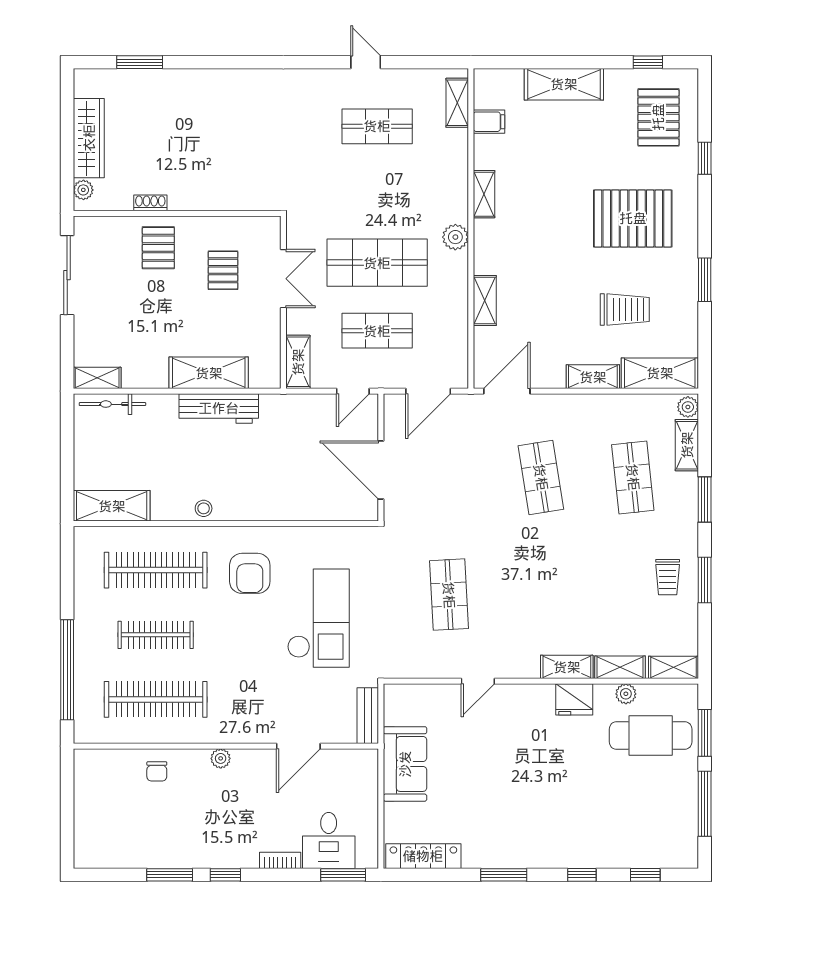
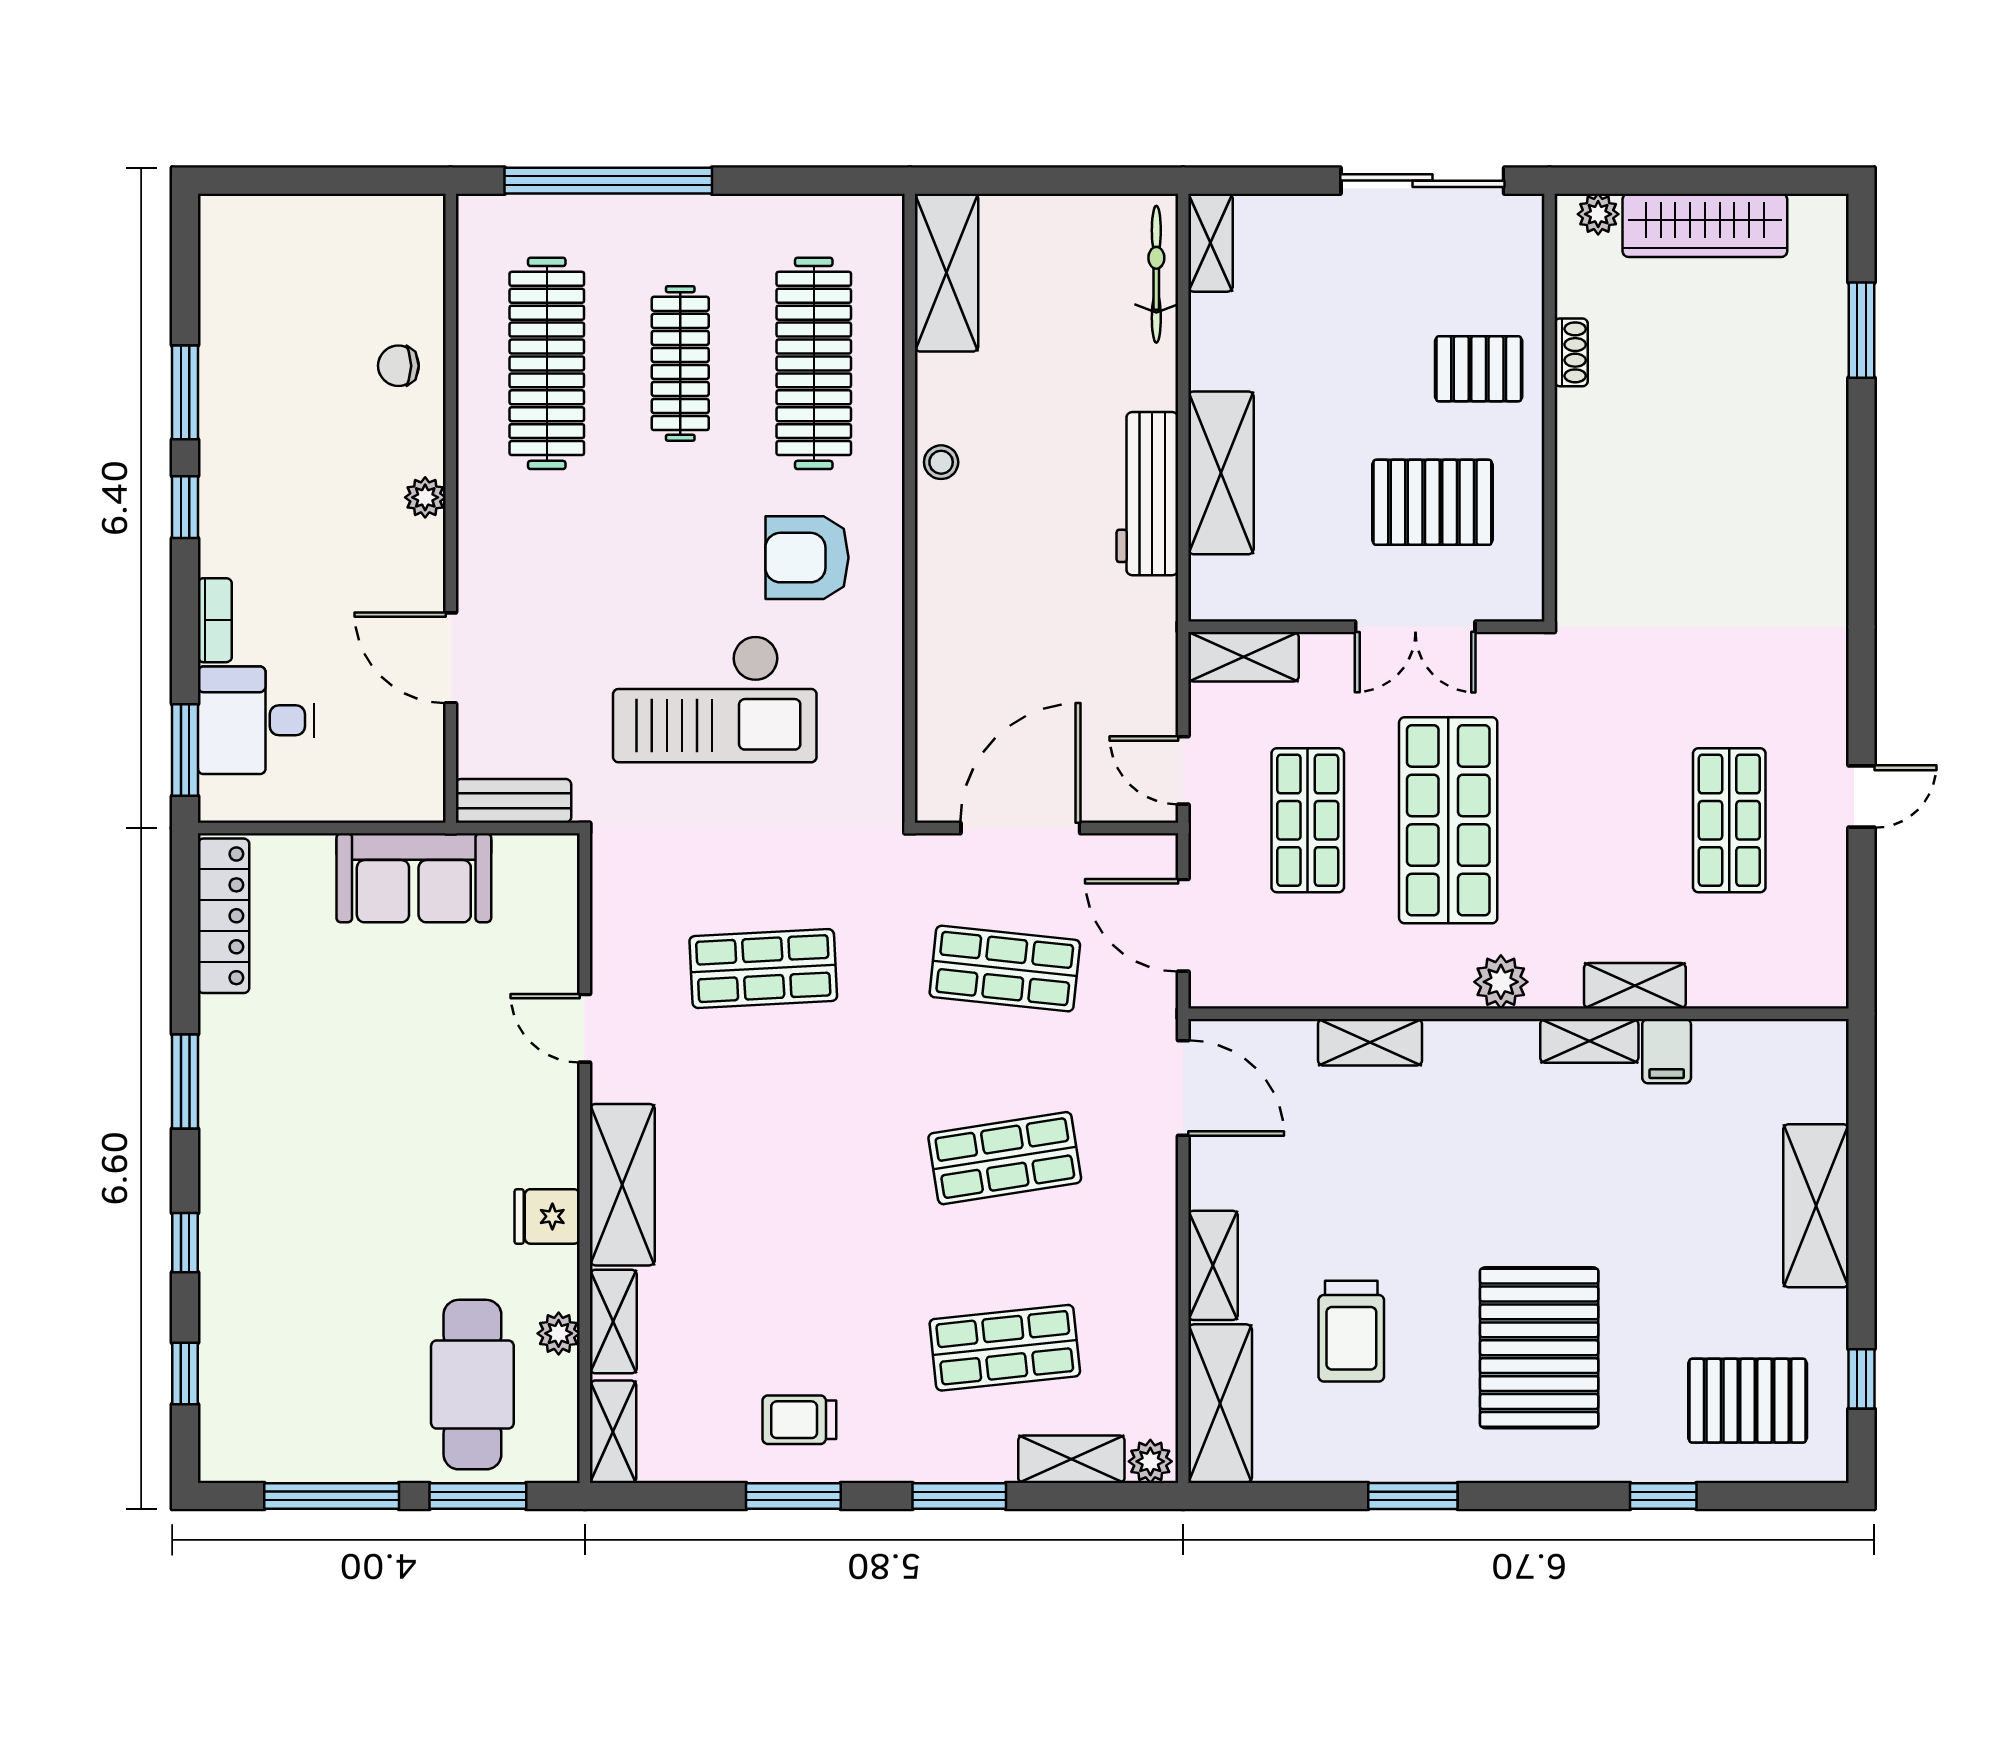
shelving: (457, 103) -> (1635, 986), moved
filing cabinet: (489, 122) -> (1667, 1051), moved
pallet: (223, 270) -> (1432, 502), width x1.50, depth x1.42
shop shelf: (449, 477) -> (1005, 969), added
shelving: (567, 667) -> (622, 1185), width x1.50, depth x1.33
fridge: (574, 699) -> (547, 1216), width x0.72

